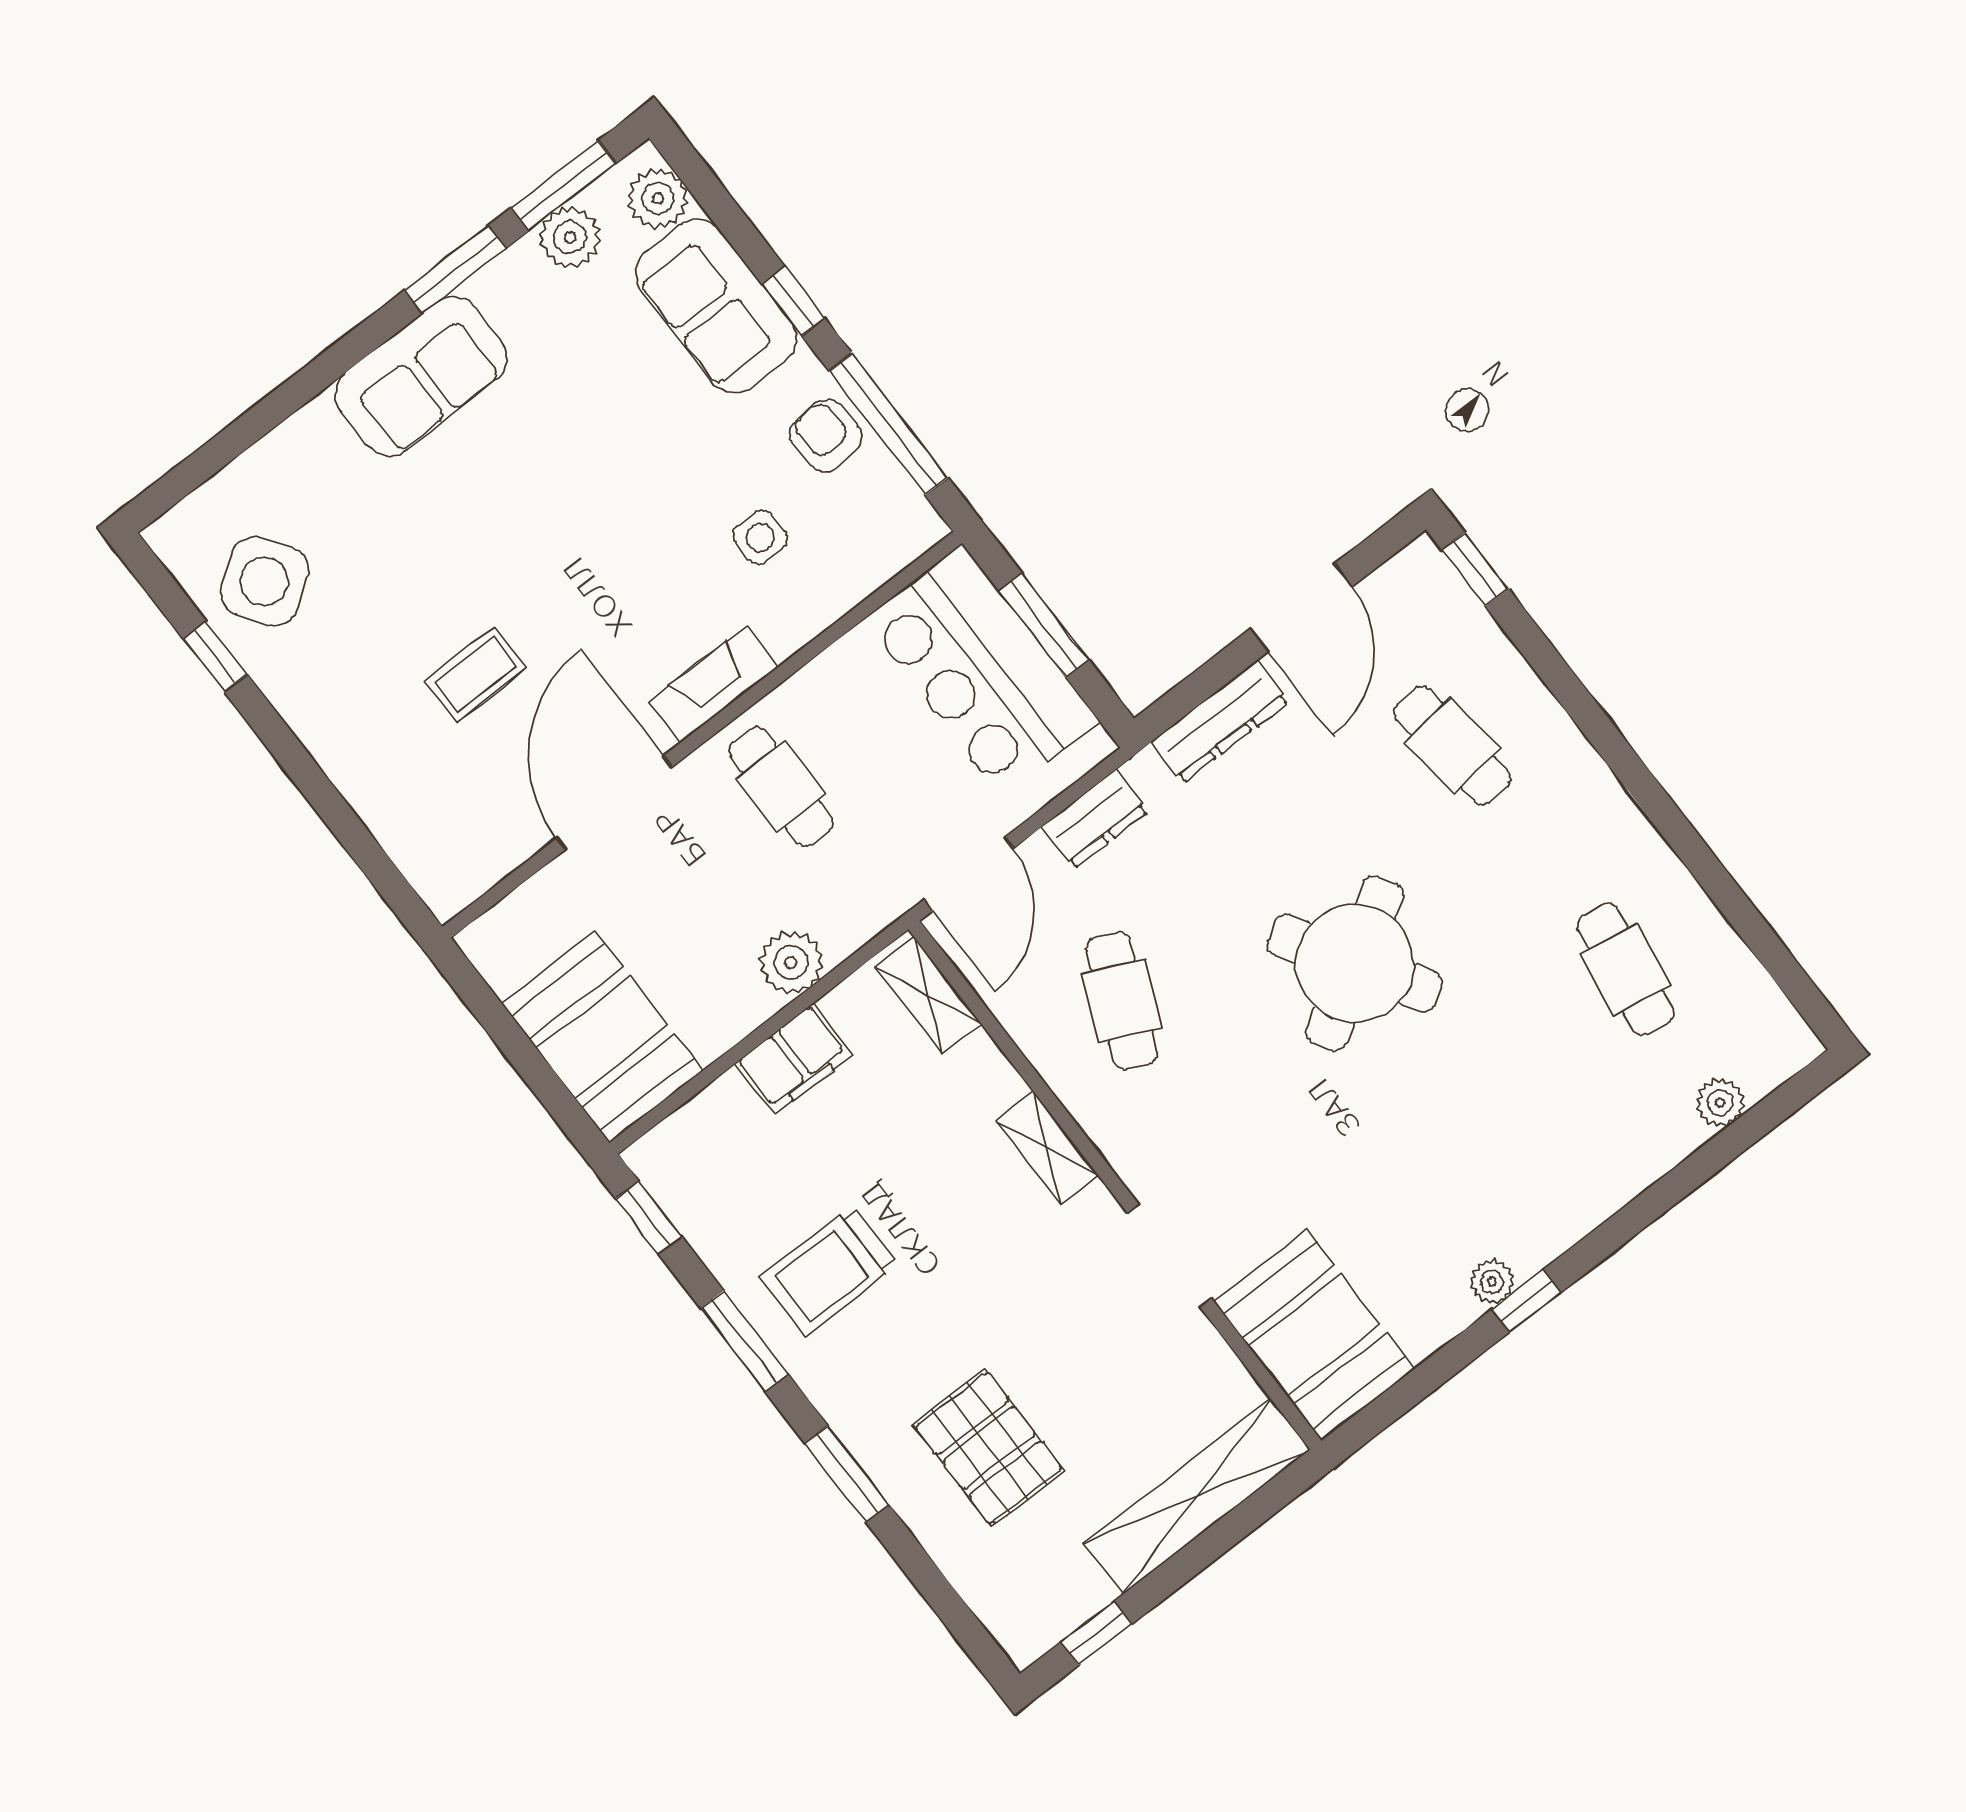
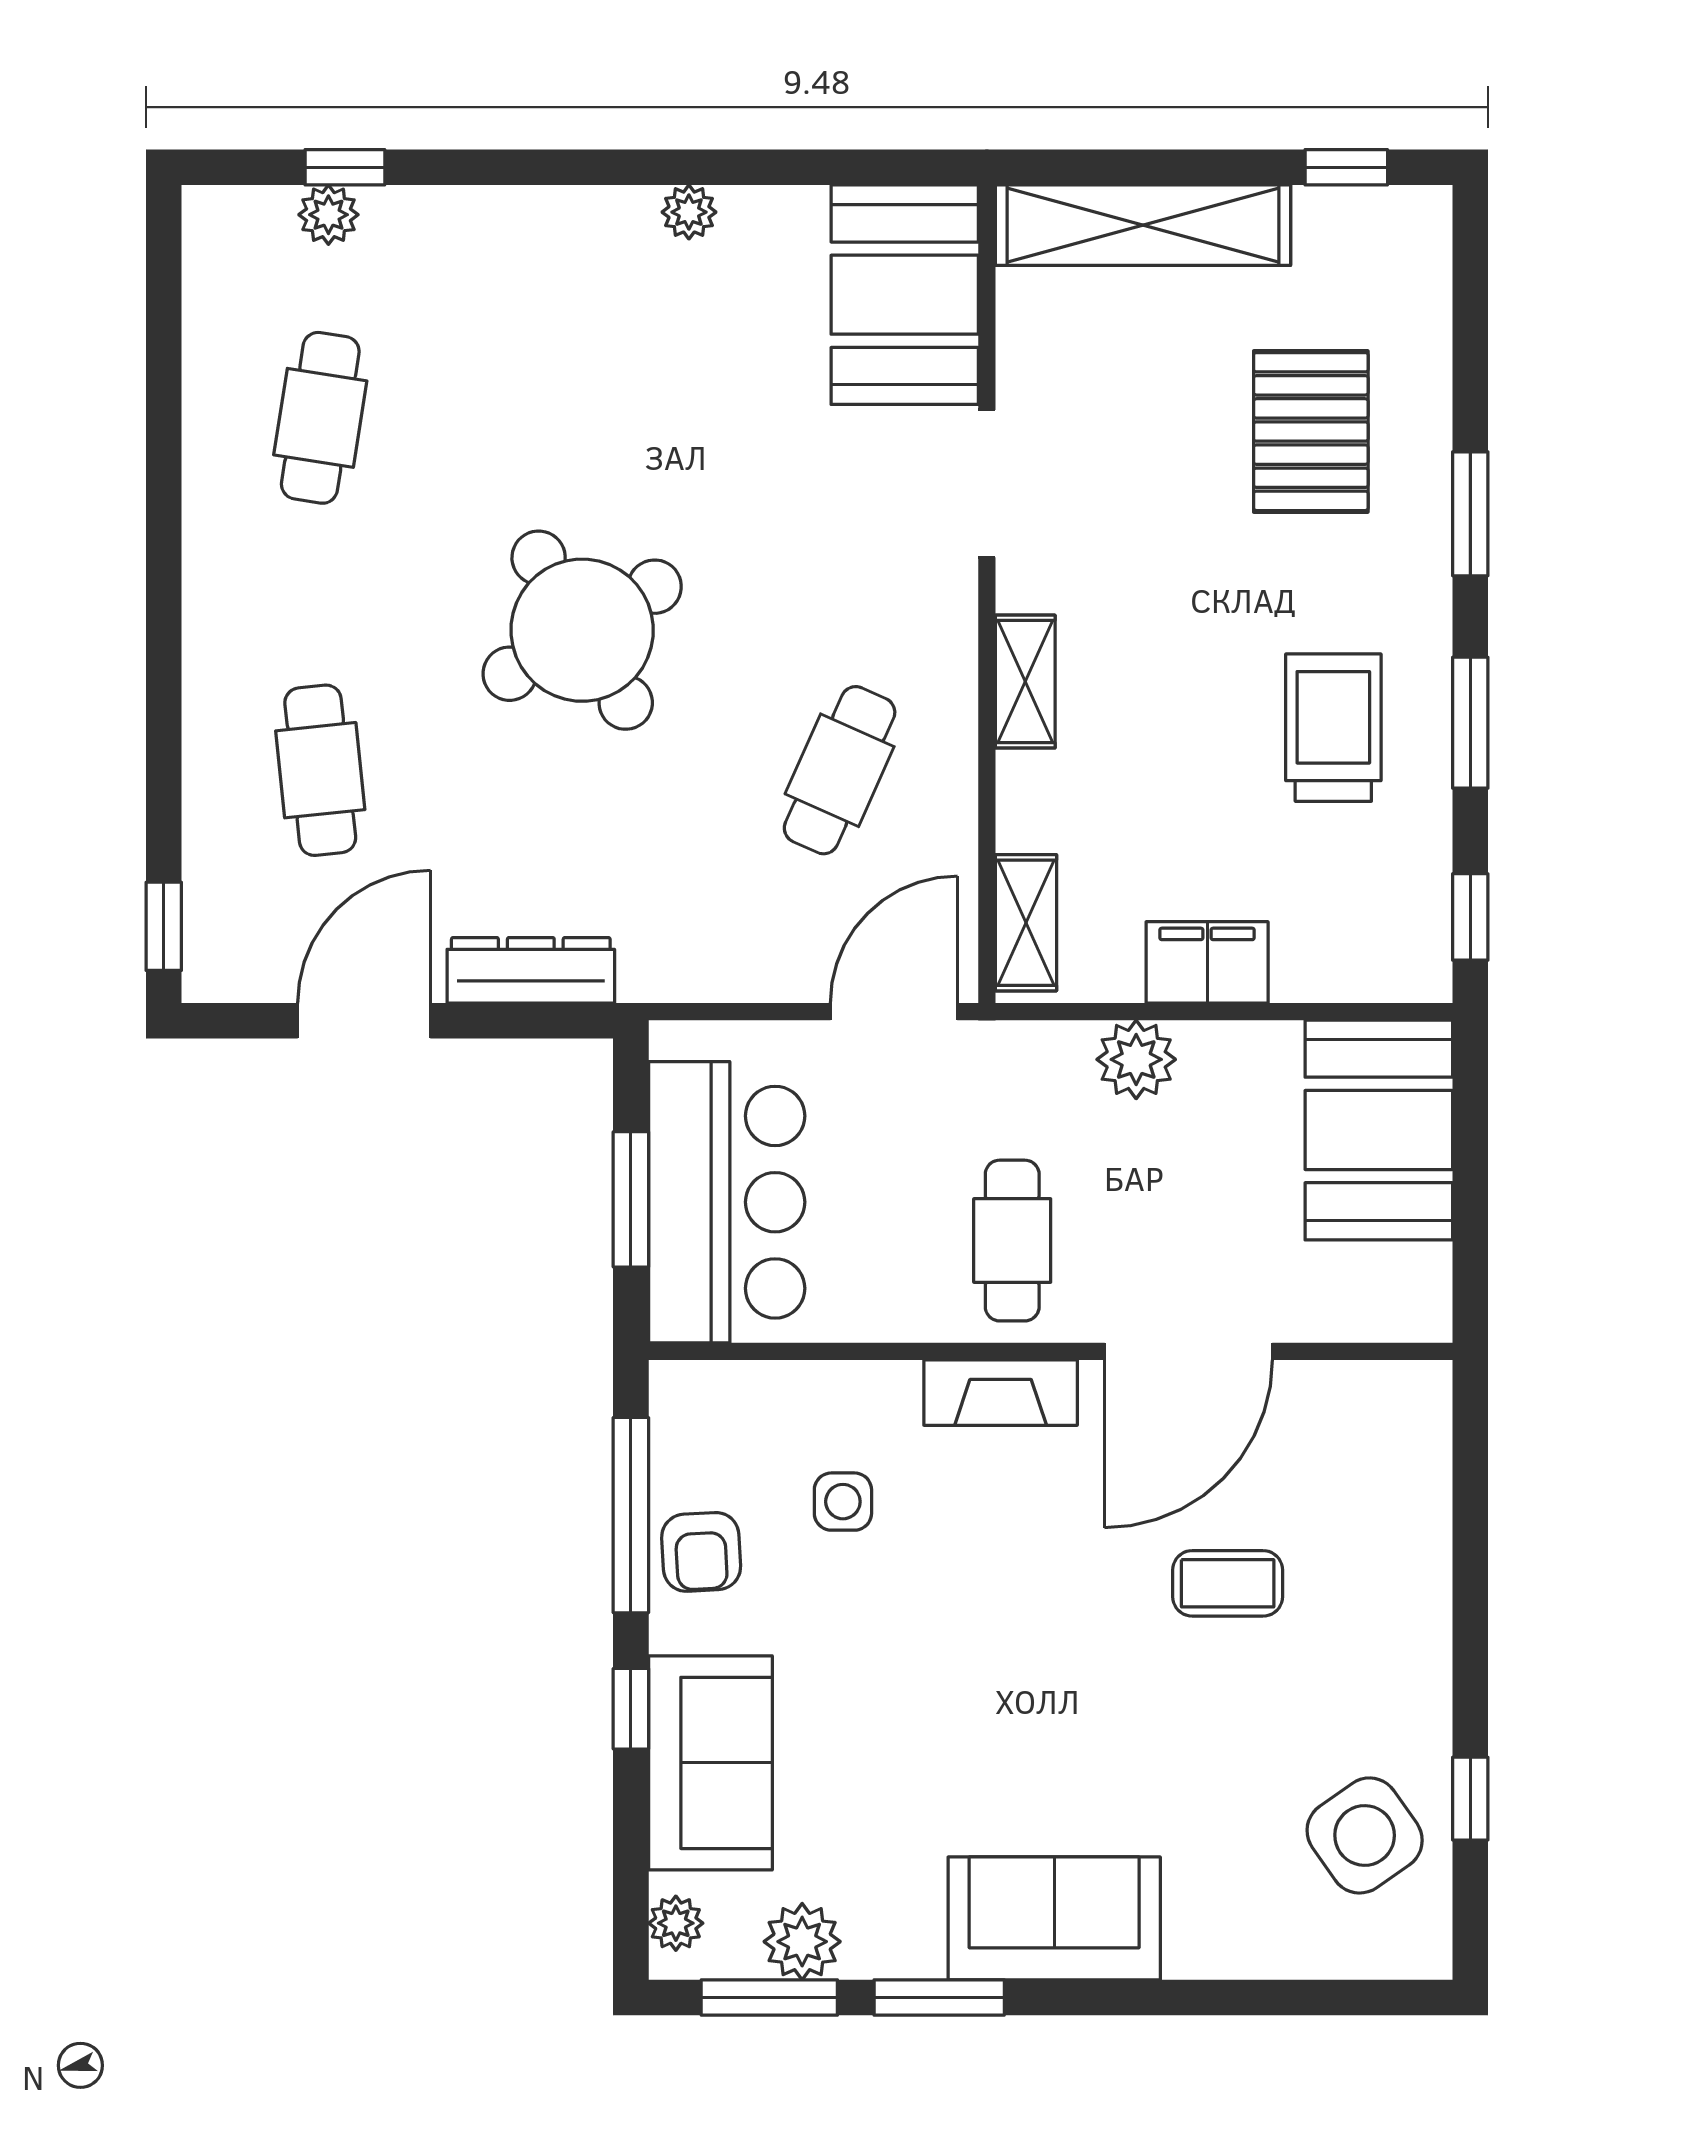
plant: (658, 198) -> (676, 1923), width x0.73, depth x0.73
dresser: (1095, 819) -> (728, 970), removed
trolley: (829, 1271) -> (1333, 728), turned -90
window: (1526, 1301) -> (345, 167), moved

